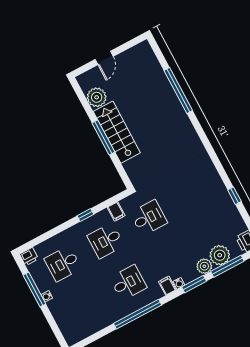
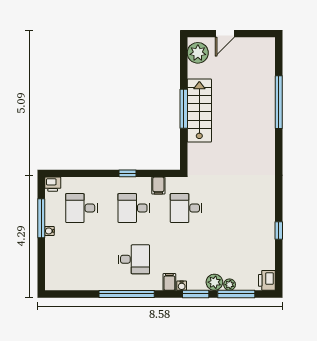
plant: (97, 97) -> (198, 53), moved
desk: (149, 218) -> (186, 208), turned 180
plant: (220, 255) -> (230, 285), width x0.53, depth x0.53

